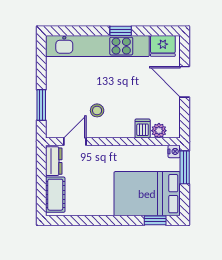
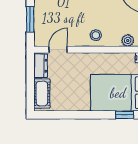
stool: (97, 110) -> (96, 35), moved
dishwasher: (143, 128) -> (114, 39), removed

